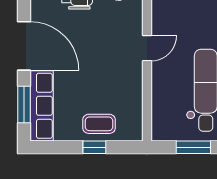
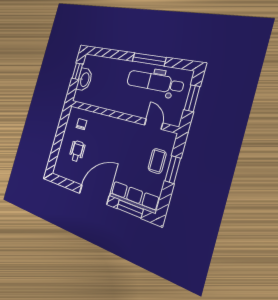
door: (147, 48) -> (154, 124), moved
window: (94, 147) -> (173, 170), width x1.50

